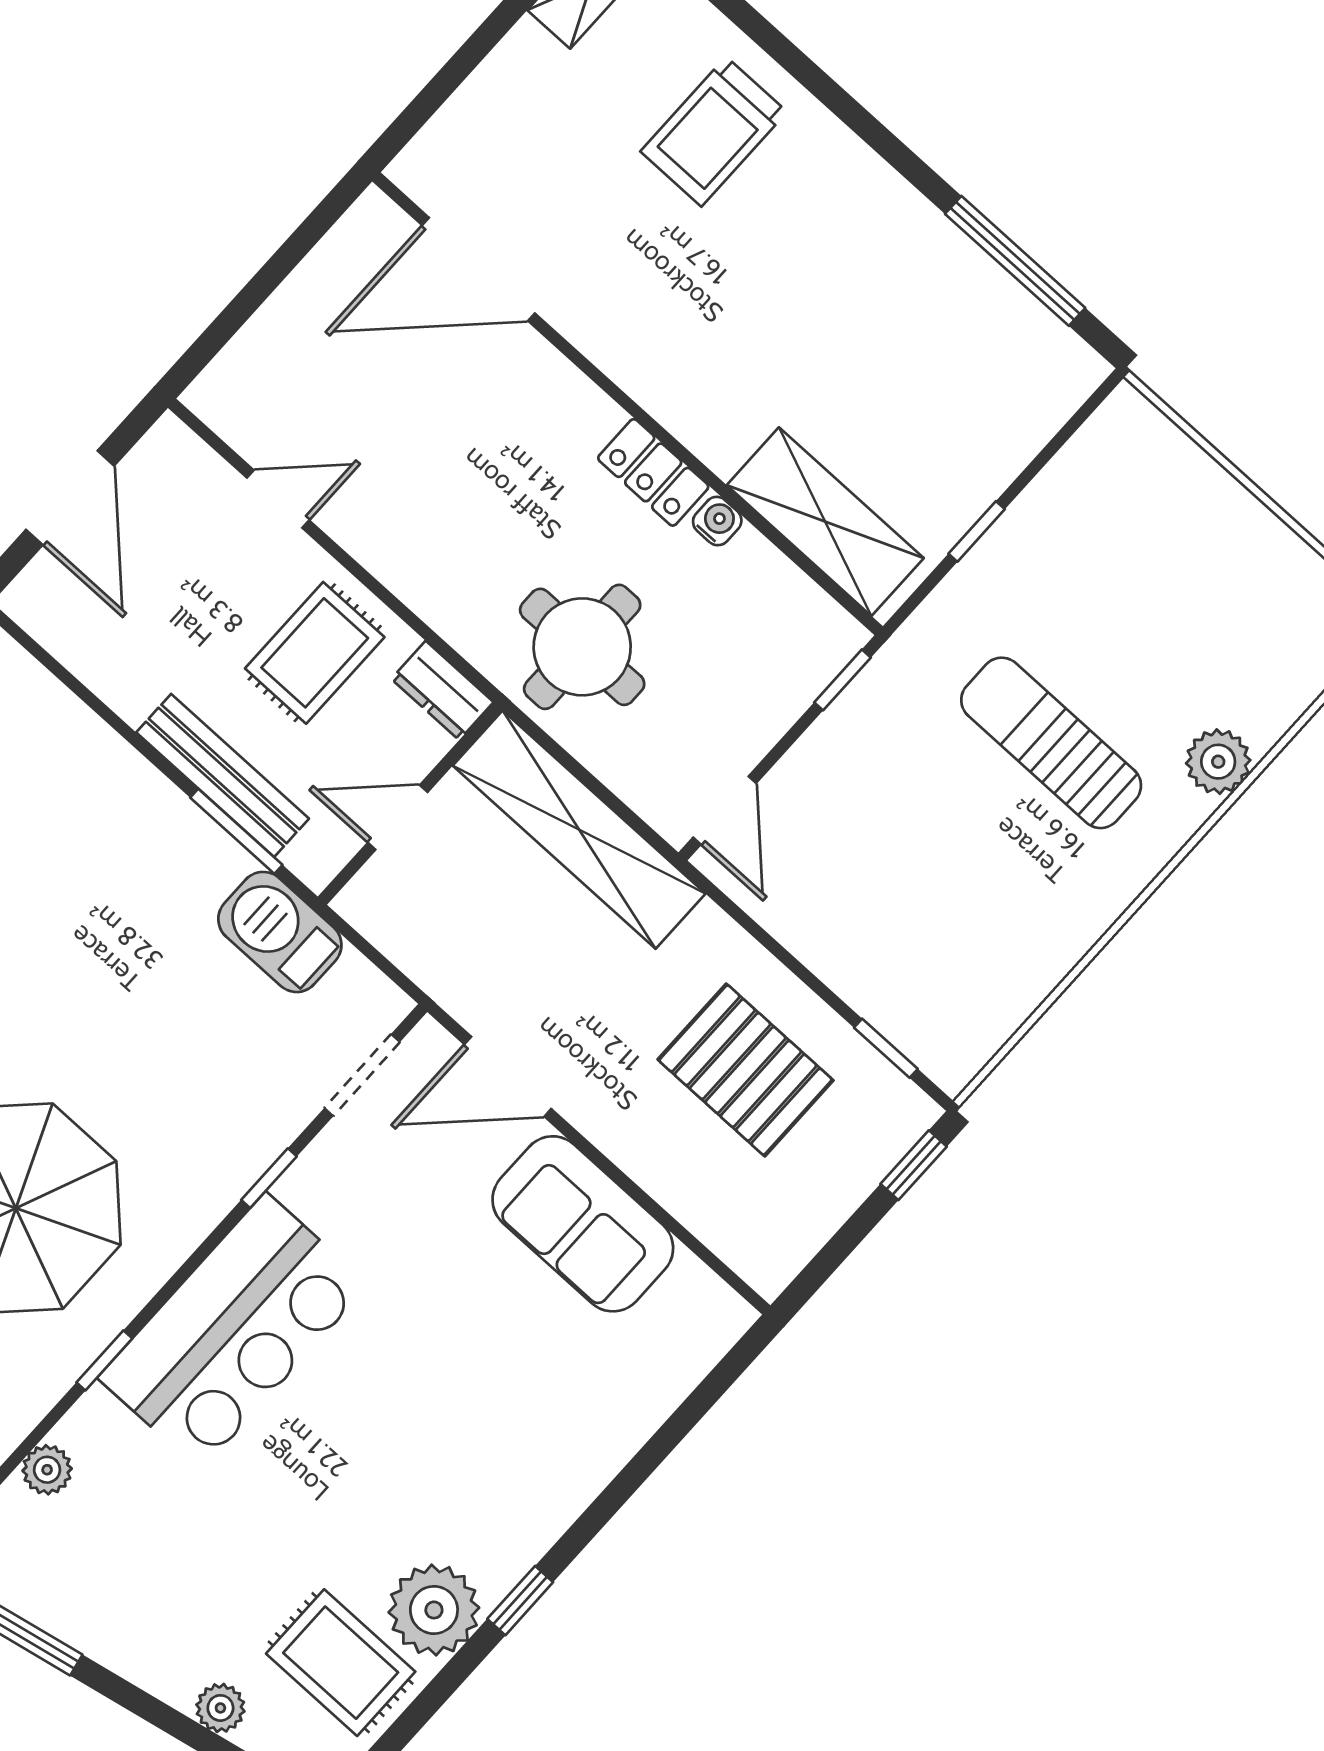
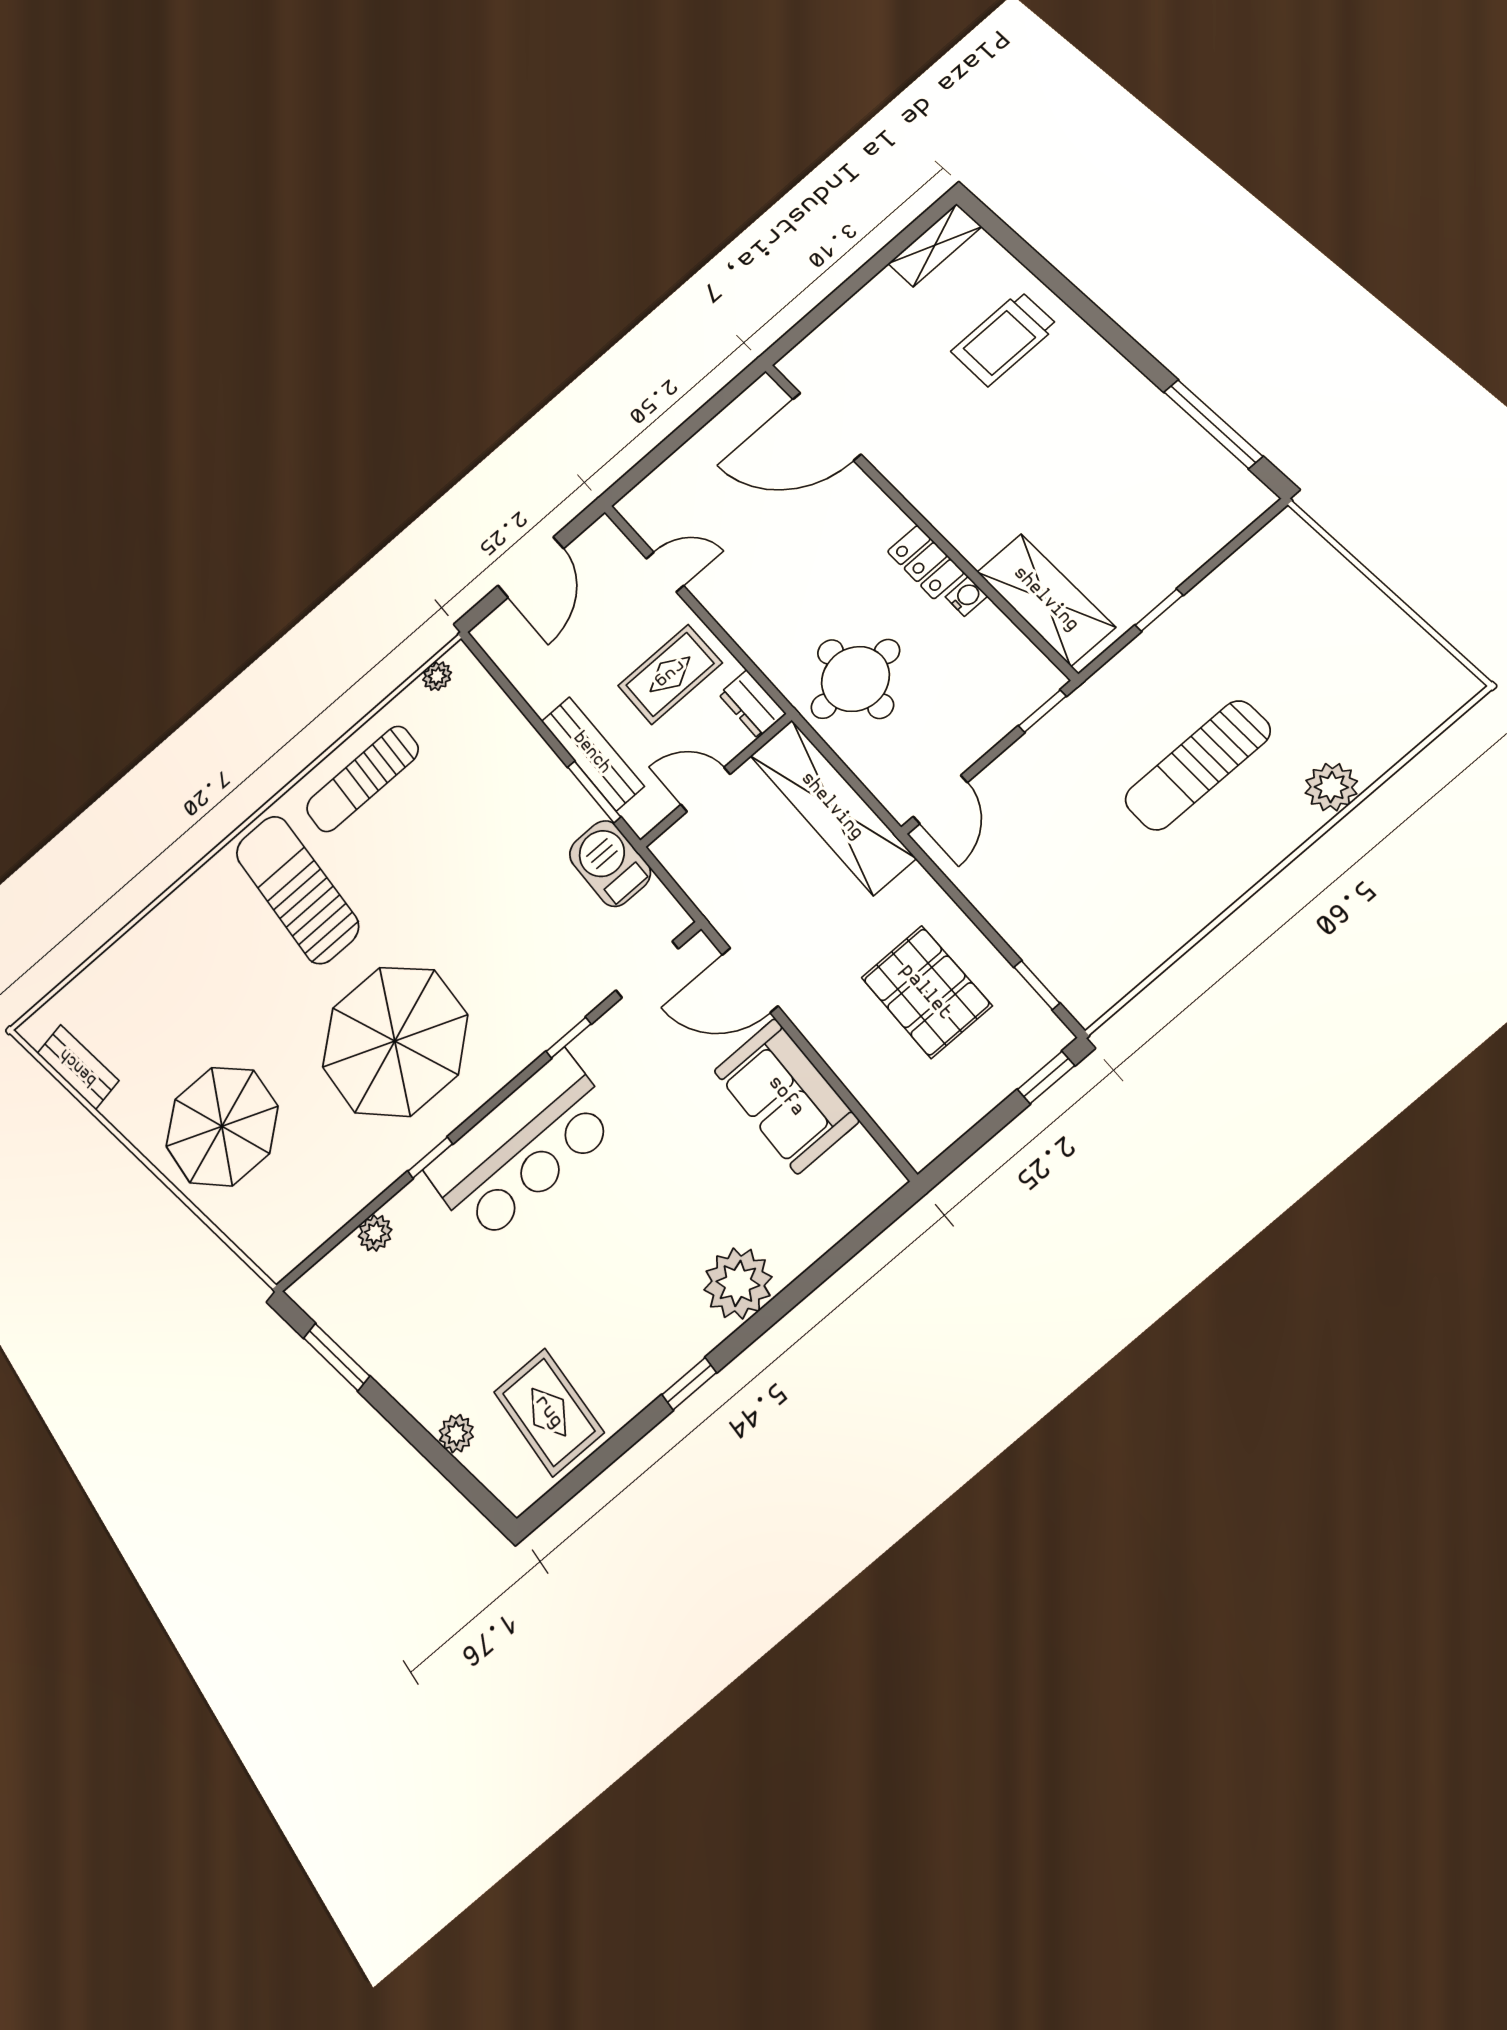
sun lounger: (1051, 743) -> (1198, 765), turned -90
plant: (434, 1610) -> (738, 1283), moved

